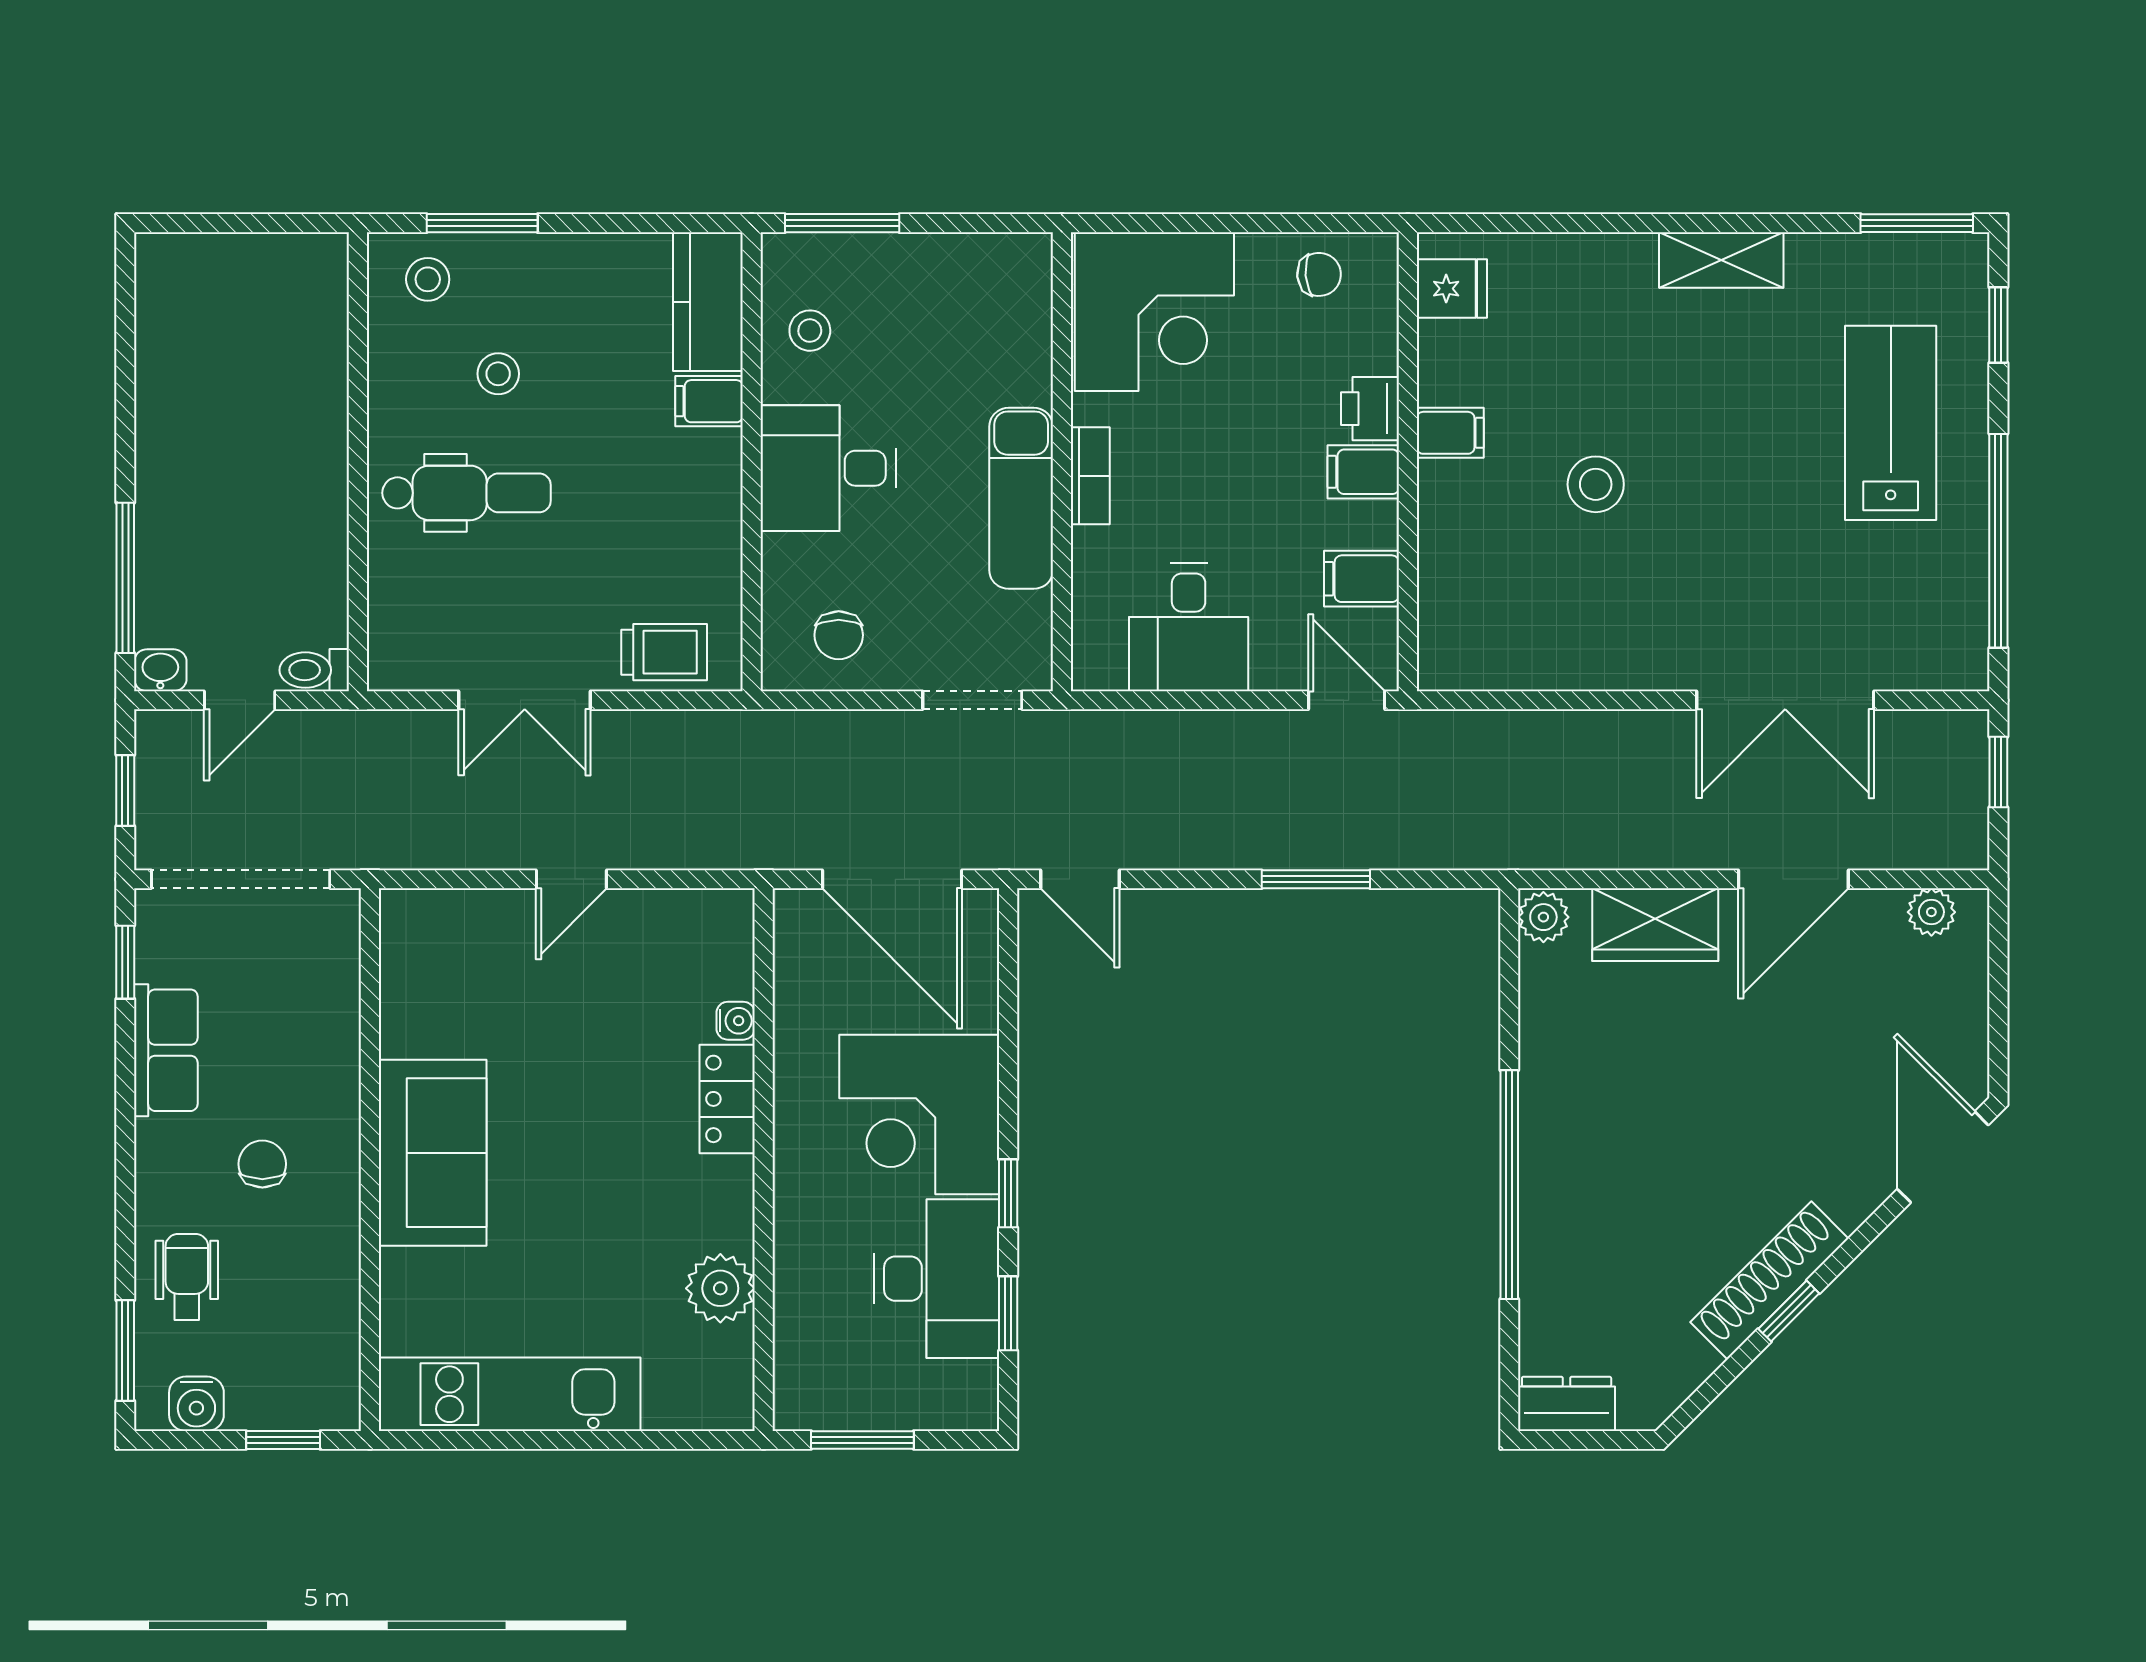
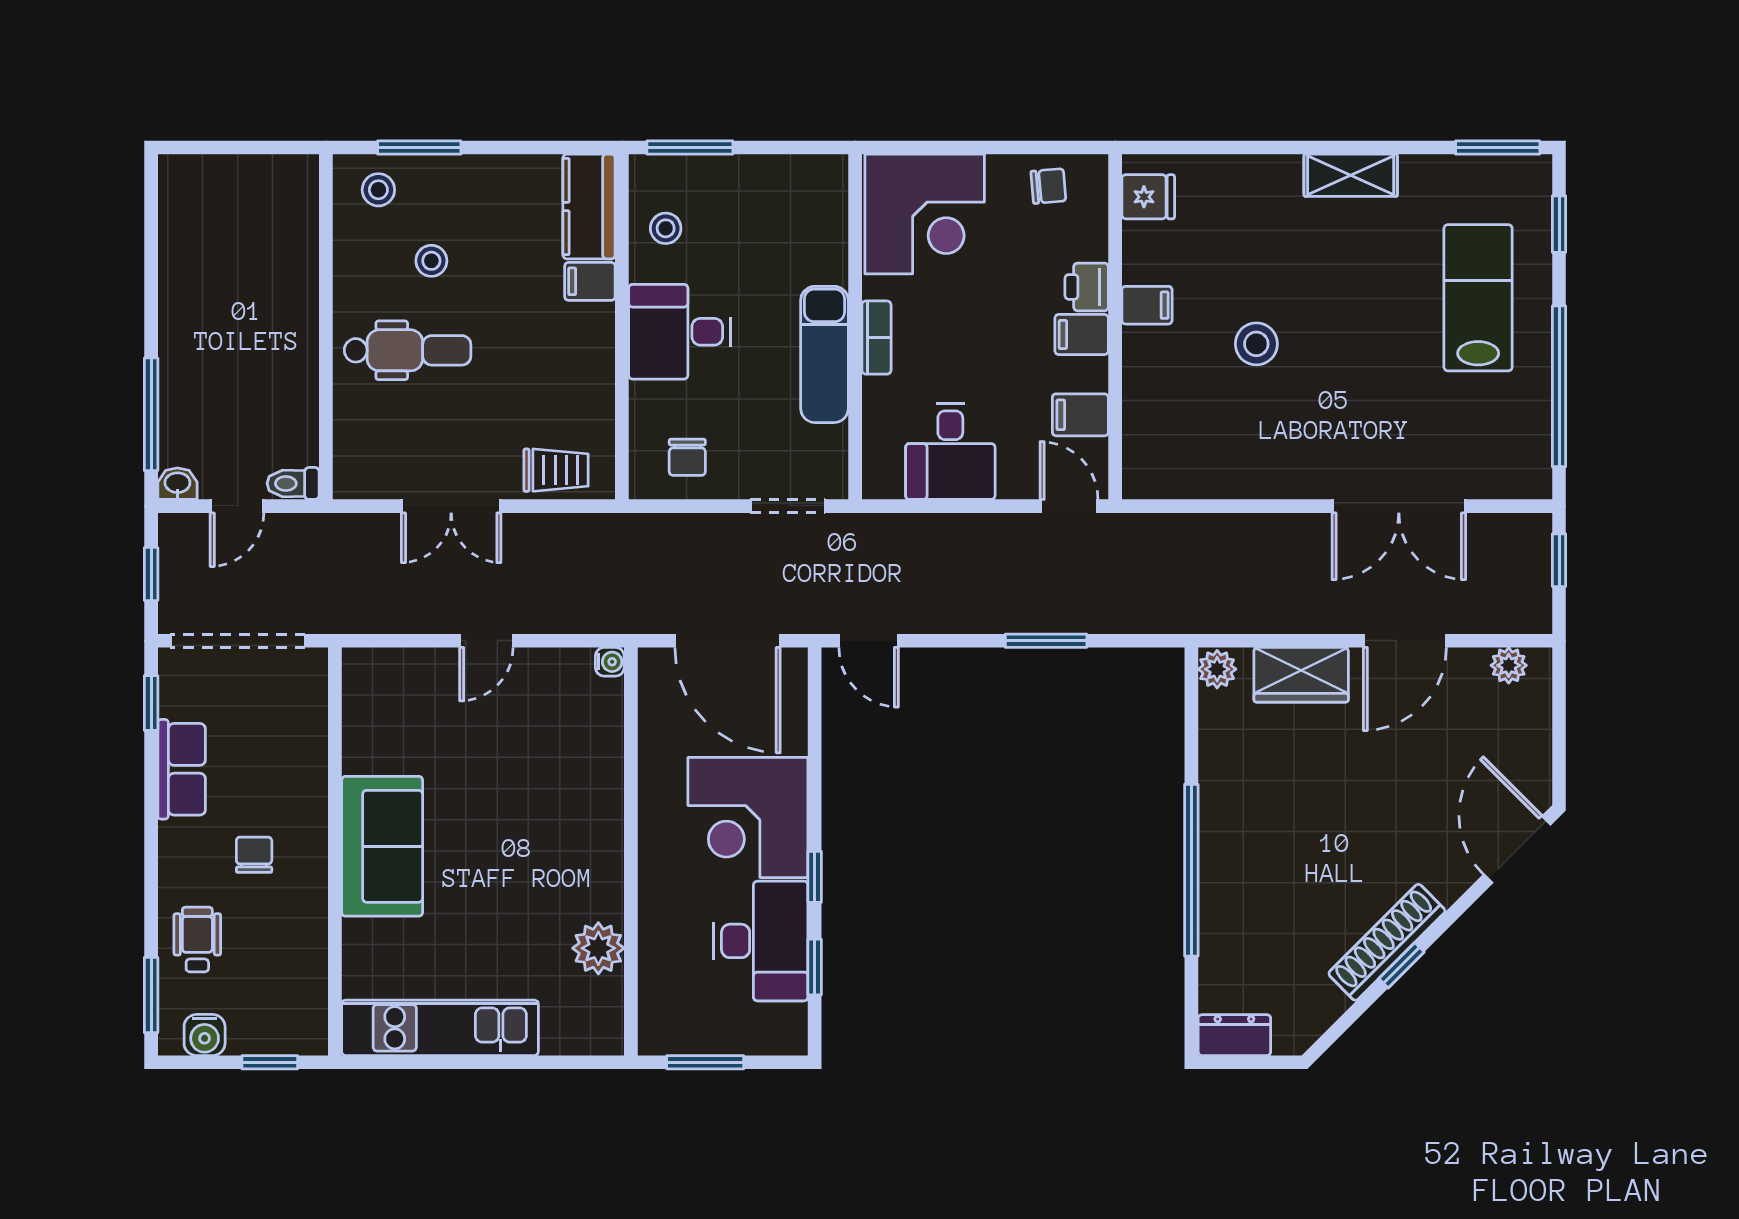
water cooler: (736, 1021) -> (610, 662), moved
locker: (727, 1099) -> (603, 806), removed

